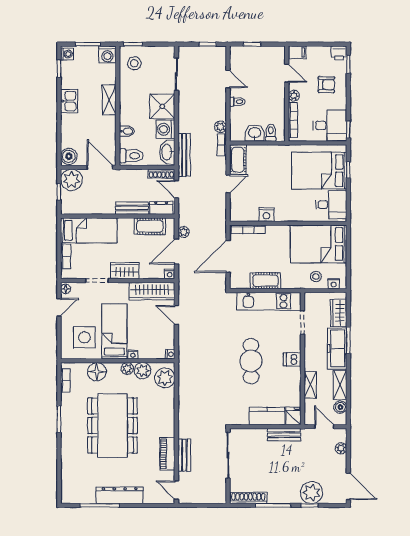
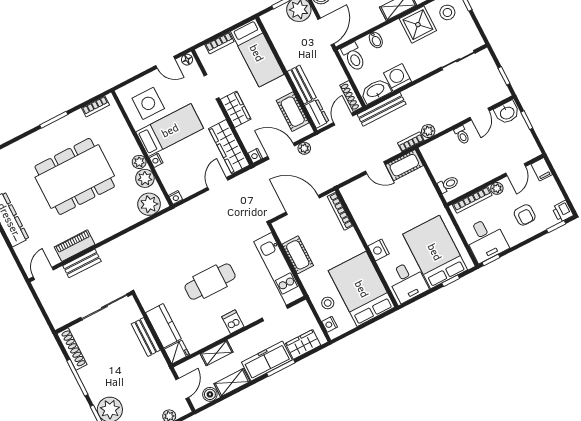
shower: (162, 106) -> (418, 25), moved
washbasin: (255, 133) -> (507, 113), moved, turned 90
nightstand: (266, 215) -> (379, 250), moved
floor lamp: (97, 372) -> (120, 133), removed
bench: (284, 435) -> (146, 337), moved

